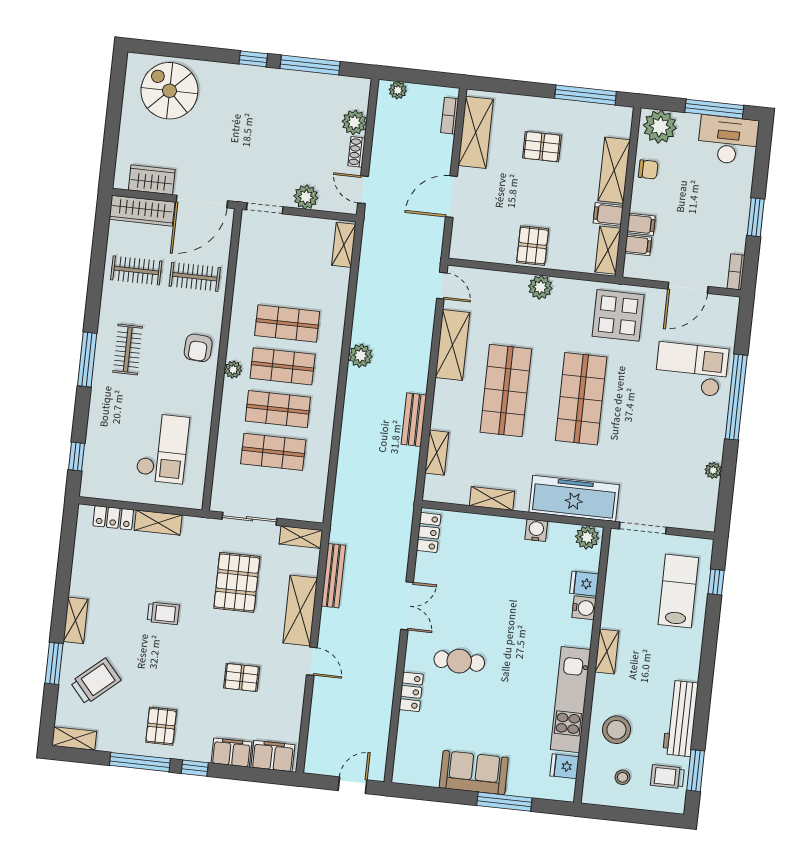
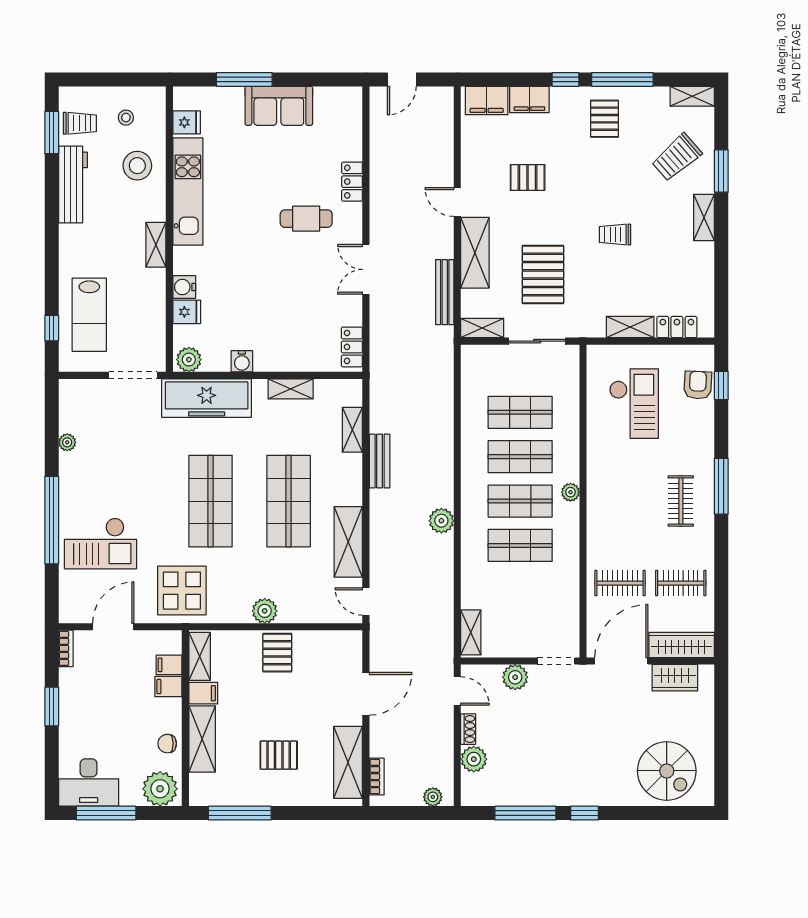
armchair: (198, 348) -> (698, 385), moved
checkout: (163, 448) -> (634, 404), turned 180

